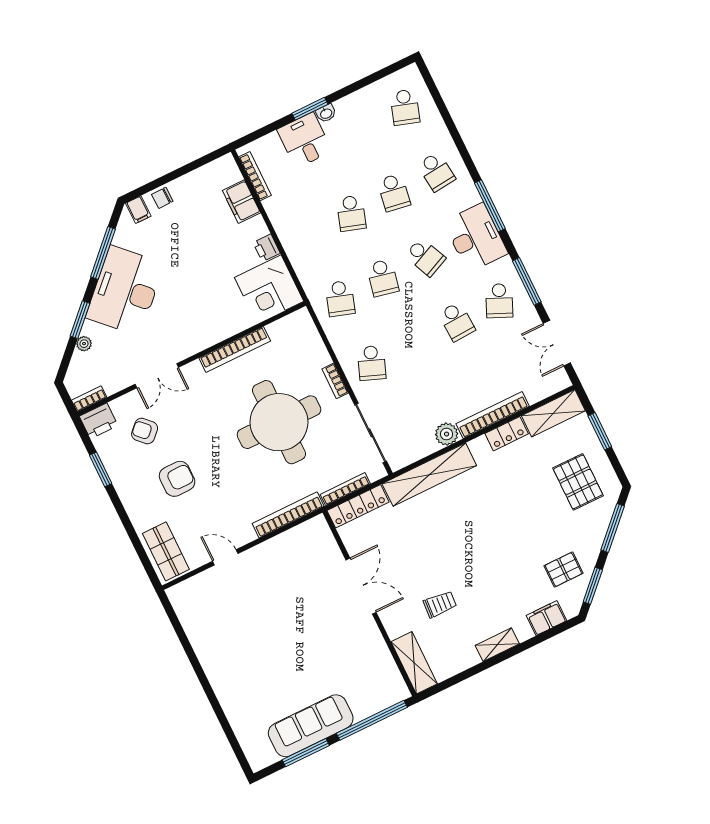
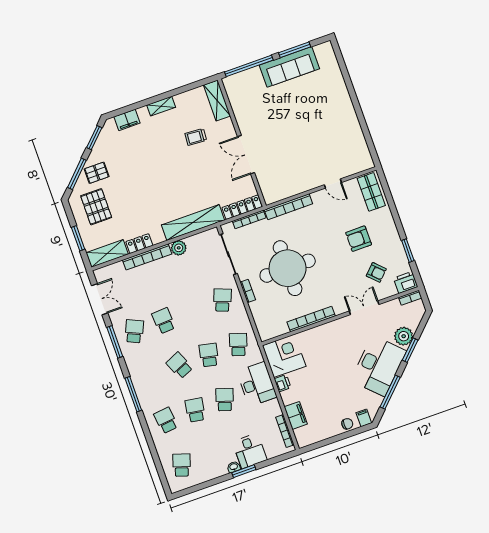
desk: (476, 237) -> (257, 384), moved, turned 180
plant: (84, 344) -> (404, 336), width x1.87, depth x1.87
pallet: (563, 570) -> (97, 173), moved

